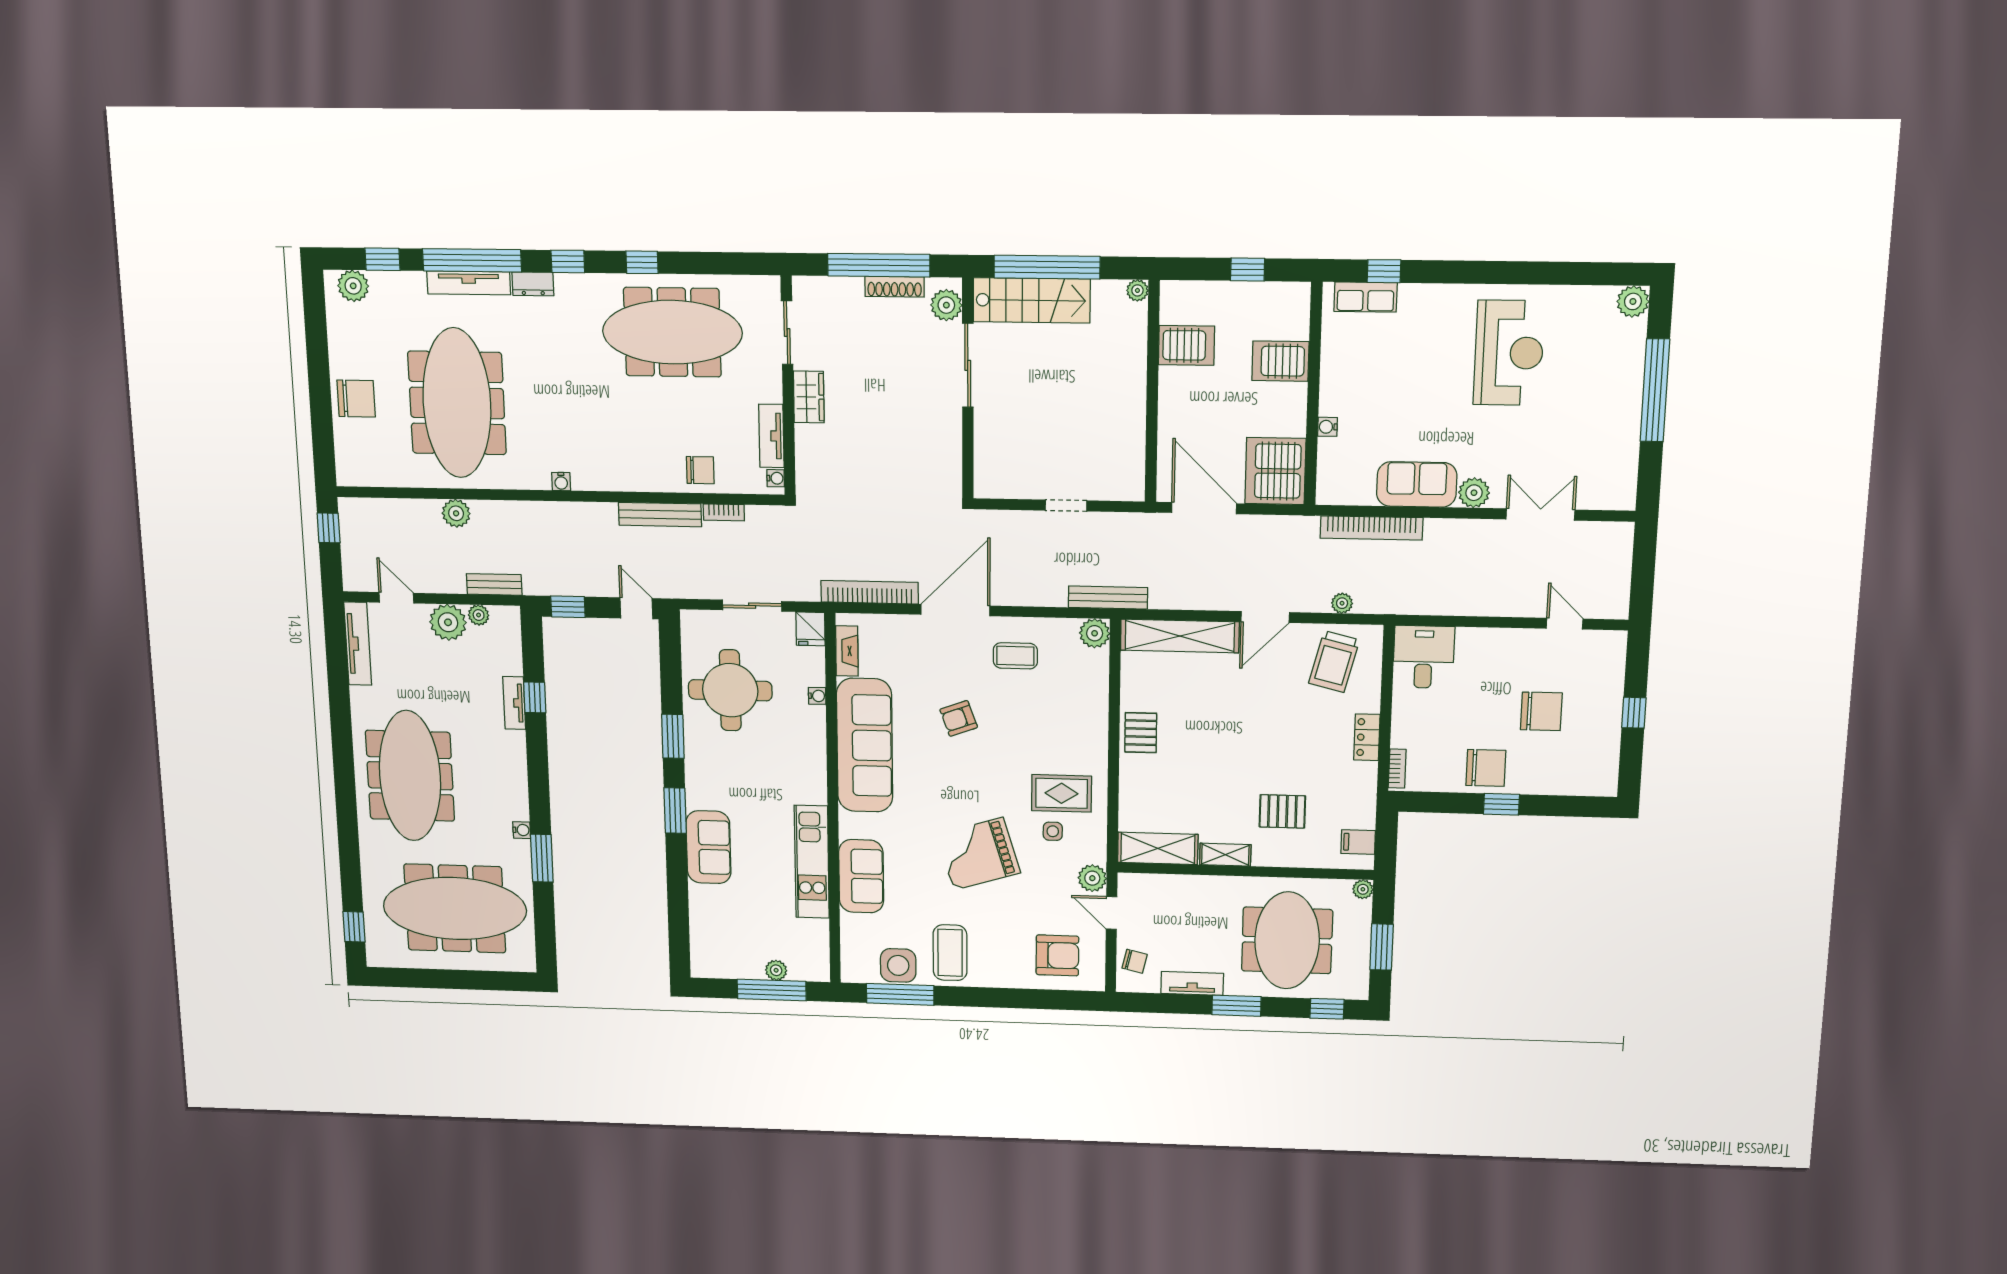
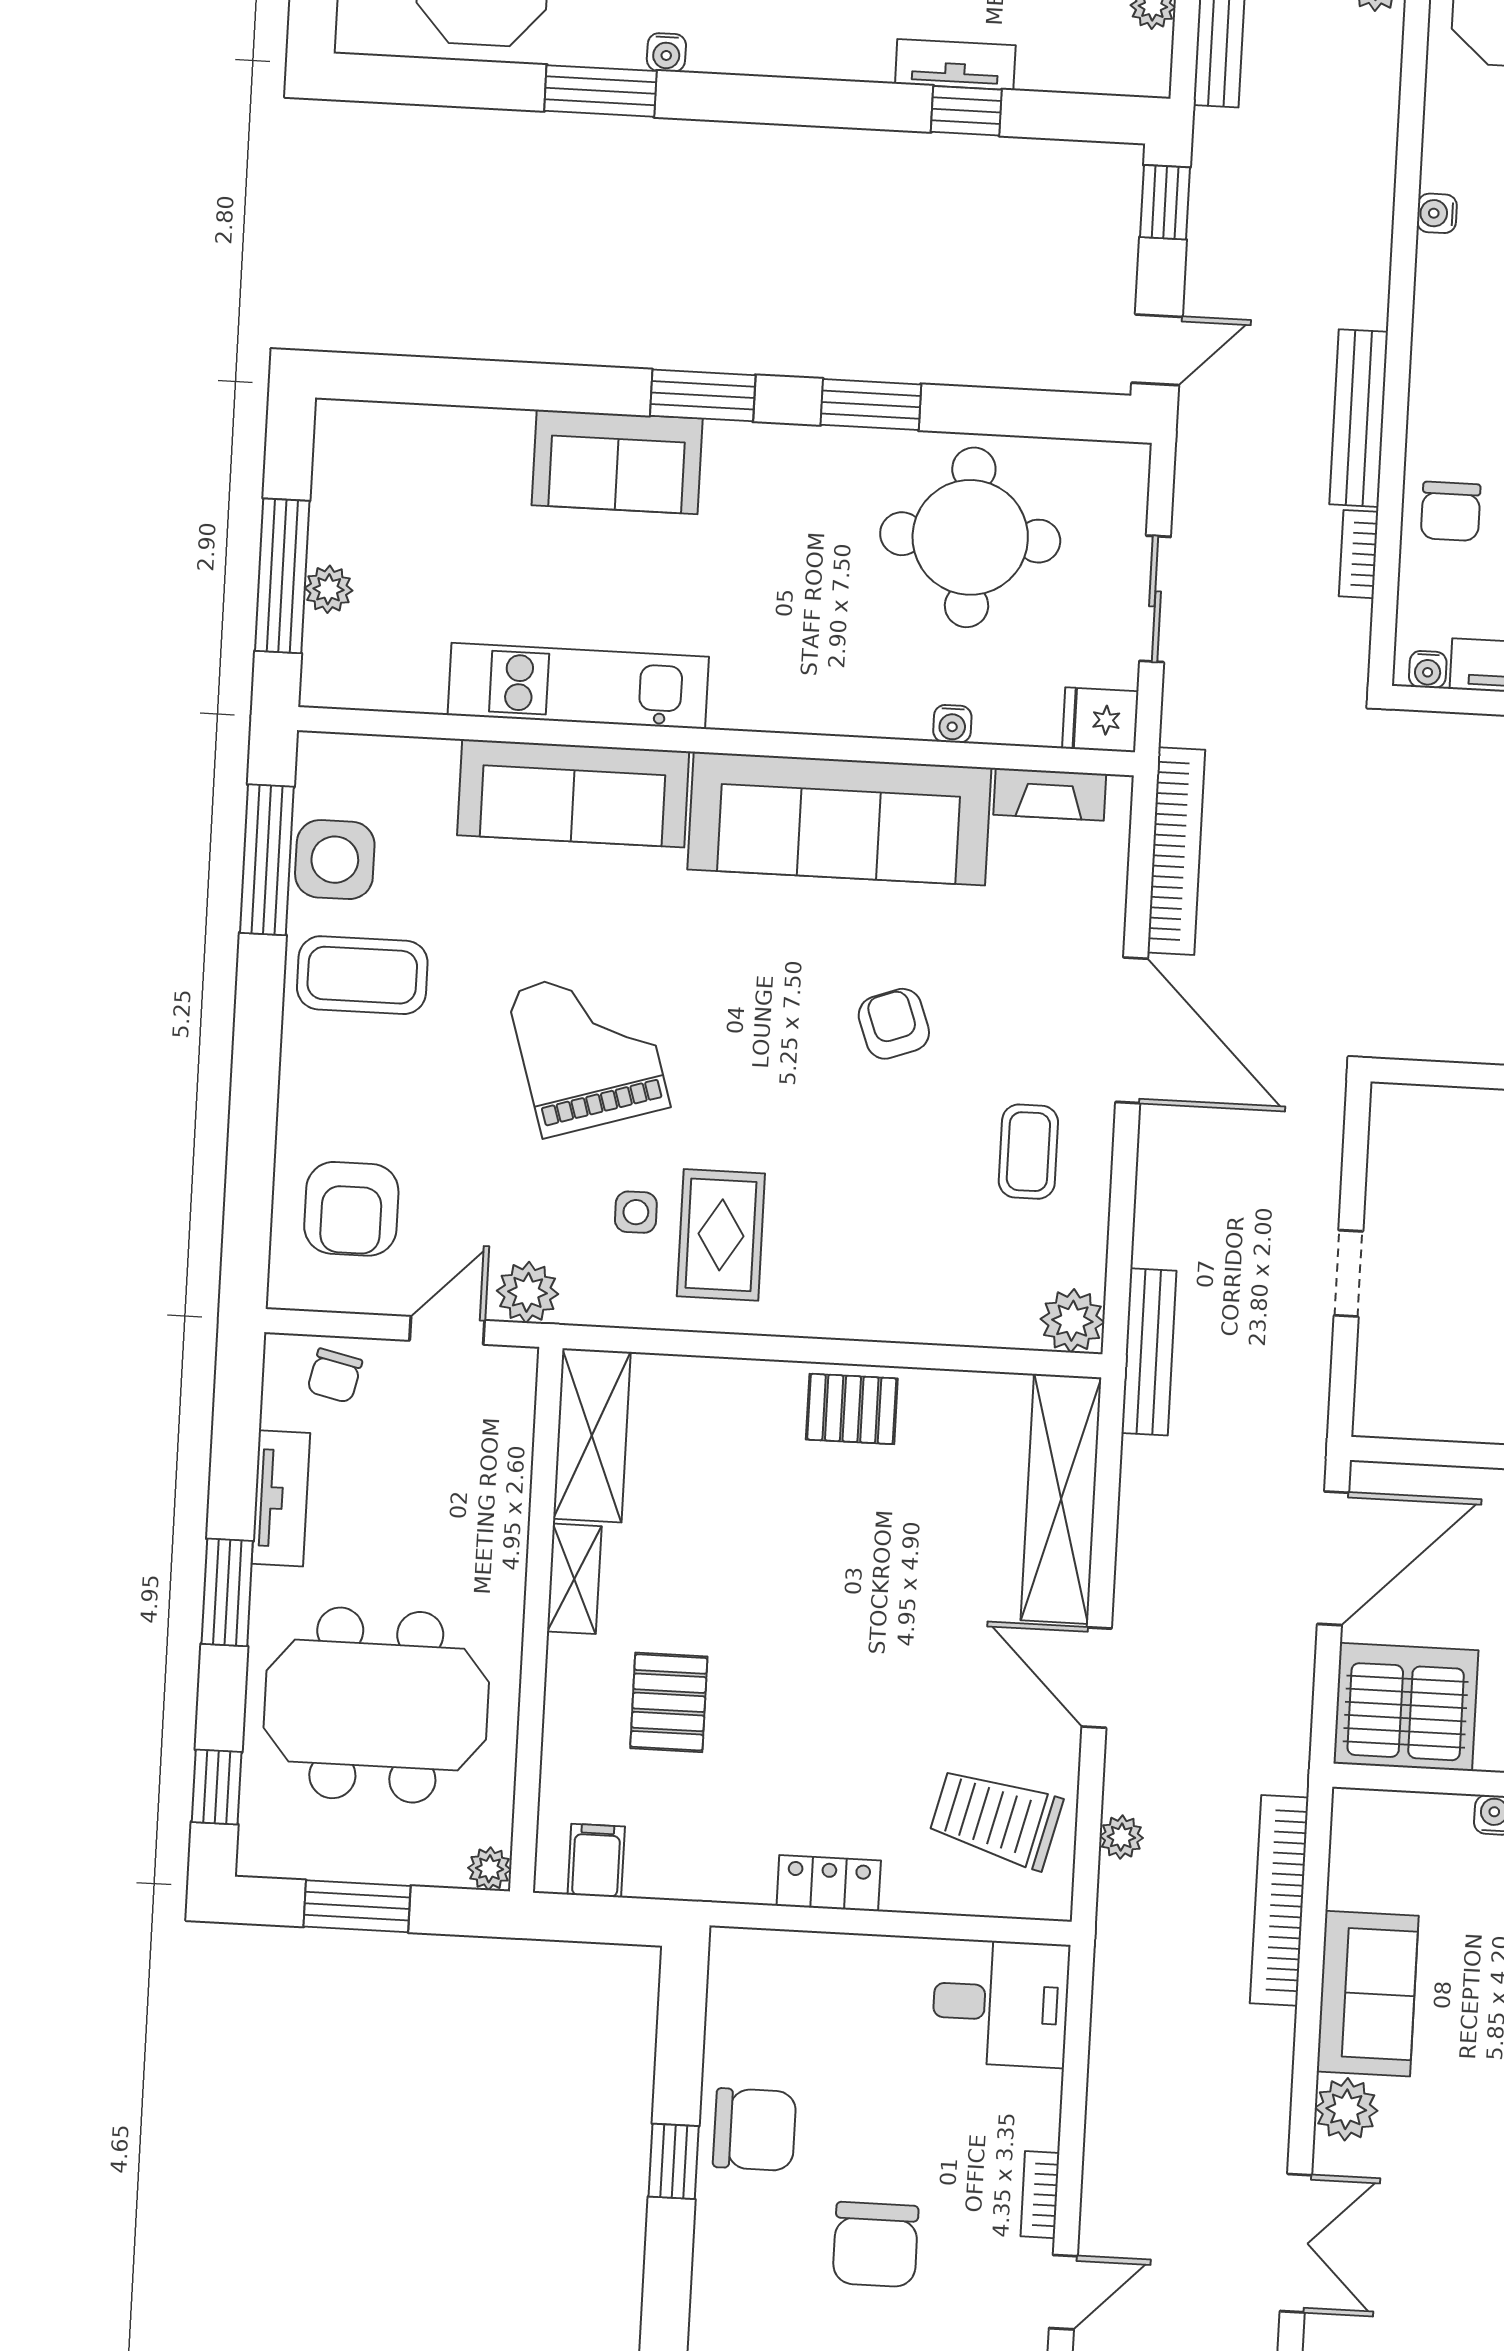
chair: (1486, 768) -> (755, 2130), turned -90
bookcase: (1397, 769) -> (1040, 2195), moved, turned 90
sofa: (861, 876) -> (573, 793), width x1.36

